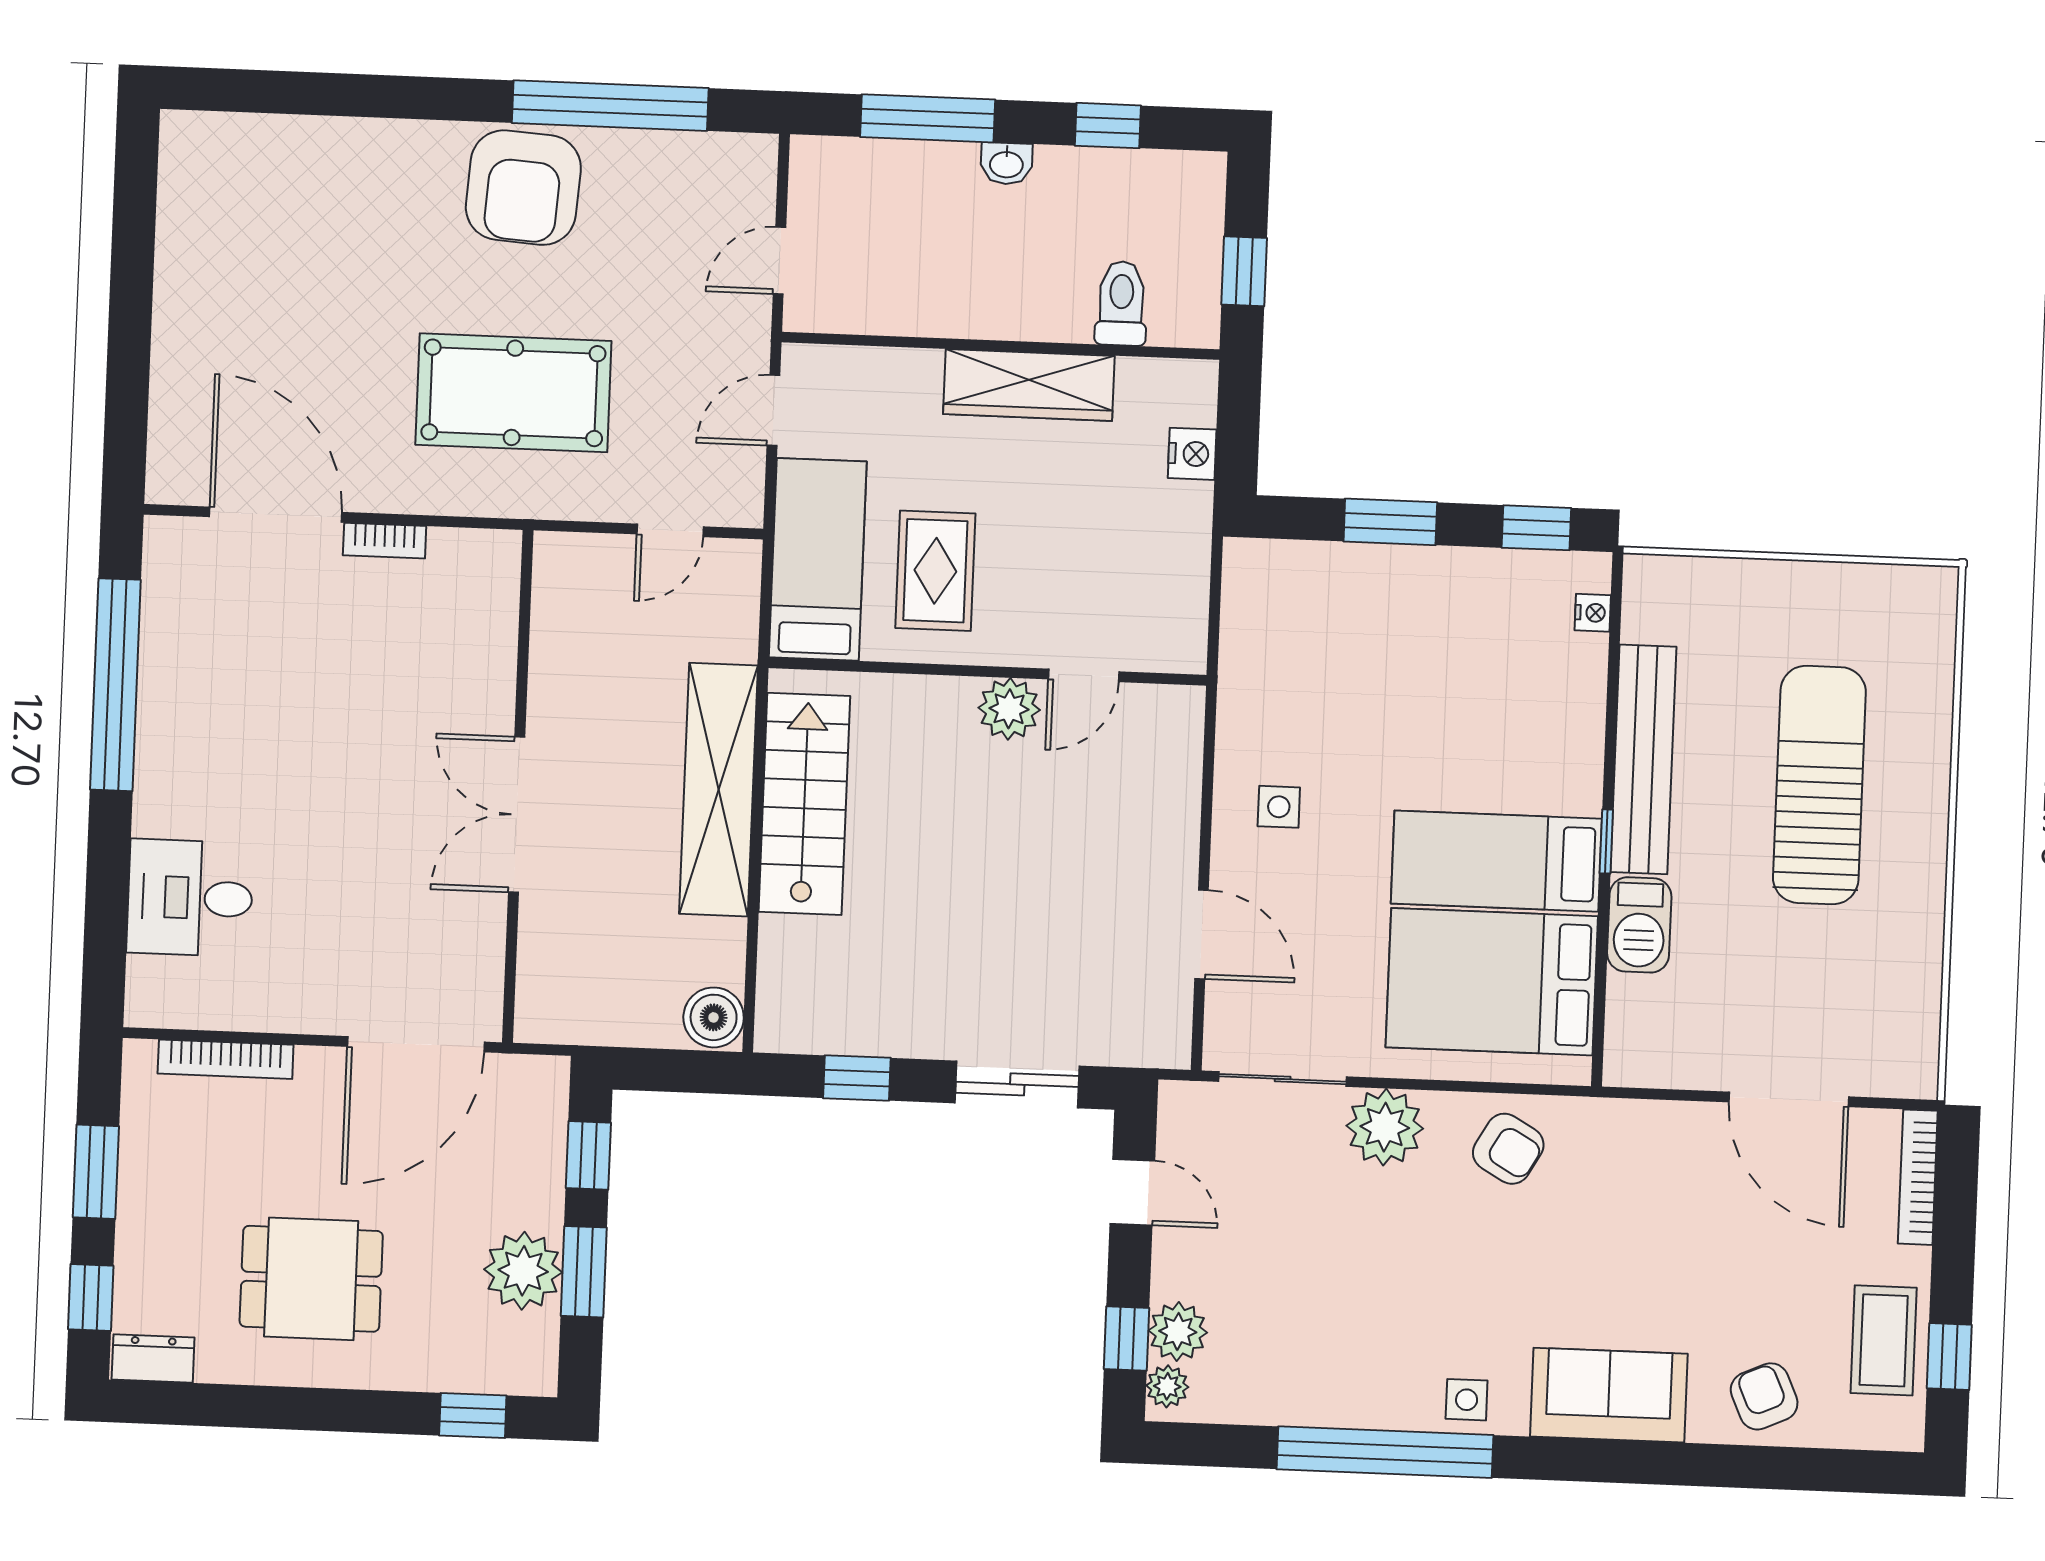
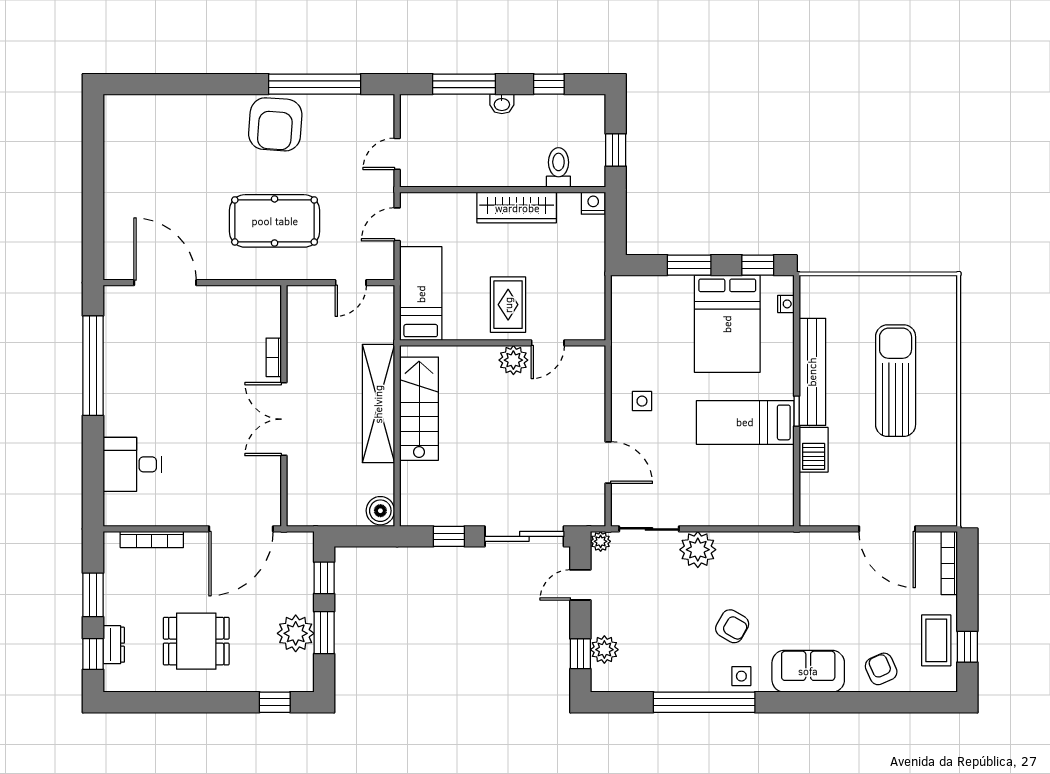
nightstand: (1192, 454) -> (593, 203), moved, turned -90
bookcase: (385, 541) -> (274, 357), moved, turned 90
rug: (935, 571) -> (508, 305), moved
bed: (1492, 982) -> (727, 324), moved, turned -90
sliding door: (1017, 1084) -> (524, 536), width x1.37
armchair: (1508, 1149) -> (732, 626), moved
door: (1132, 1192) -> (580, 585), swing flipped
dresser: (153, 1358) -> (114, 645), moved, turned 90
plant: (1167, 1386) -> (601, 541), moved

